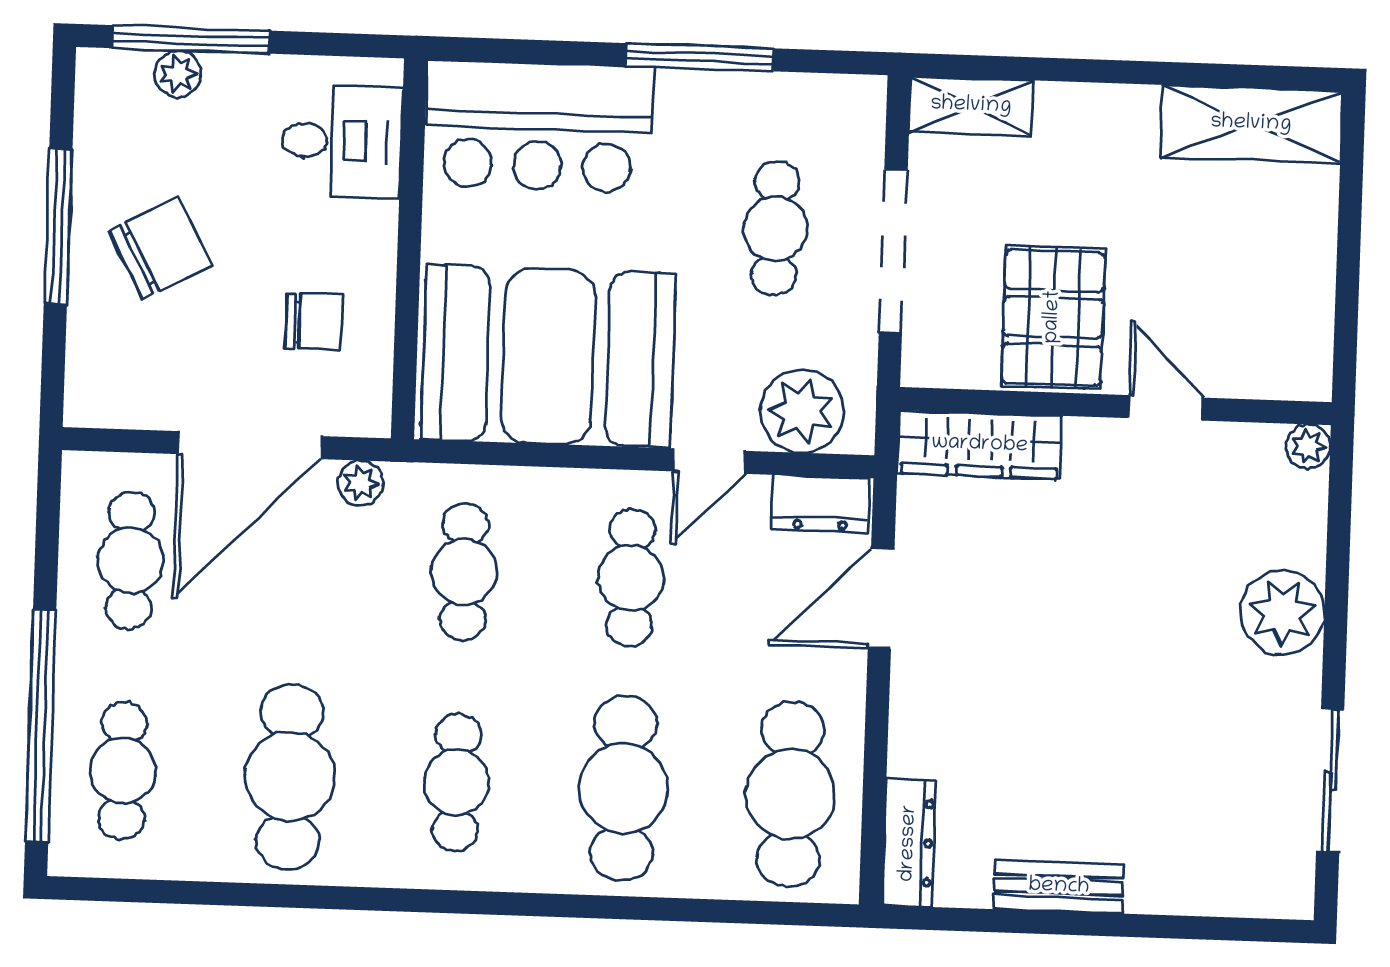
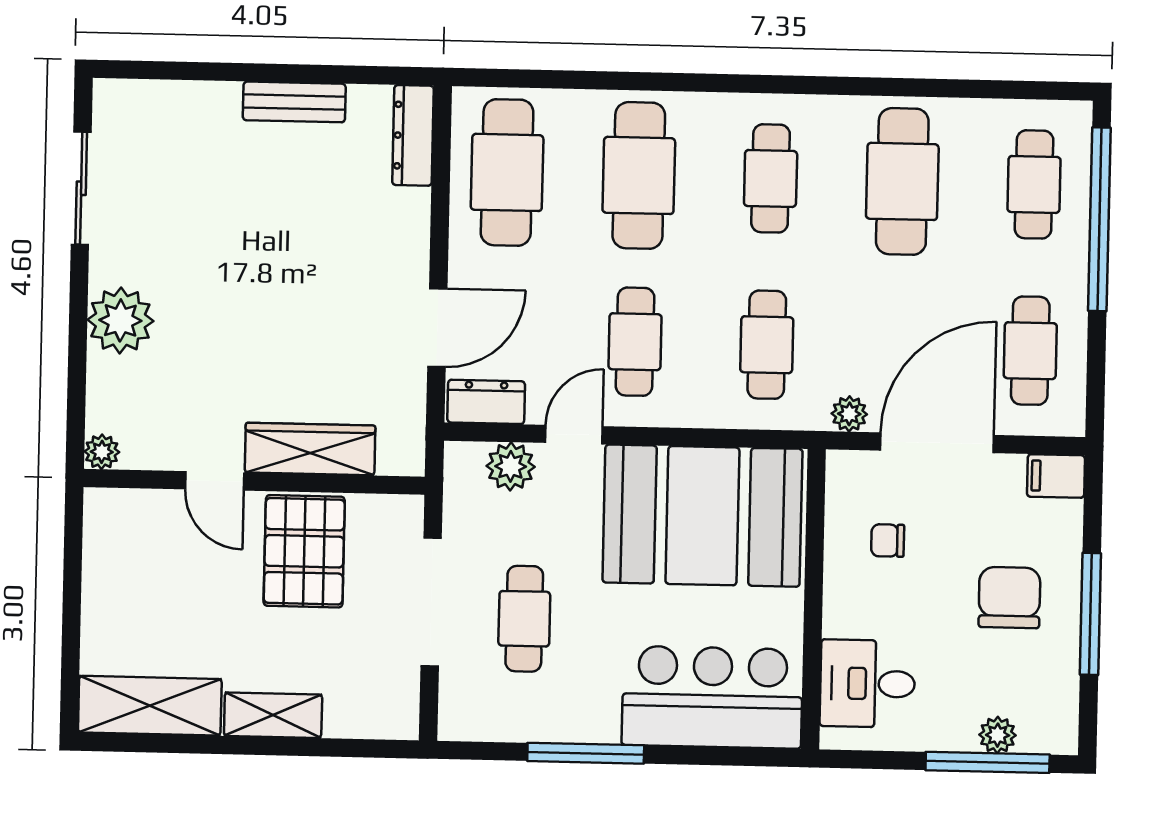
shelving: (971, 106) -> (273, 715), moved
chair: (160, 248) -> (1009, 598), turned 118
chair: (314, 322) -> (888, 541), width x0.73, depth x0.73
filing cabinet: (100, 401) -> (1056, 476), added
plant: (802, 411) -> (511, 466), width x0.73, depth x0.73
wardrobe: (980, 445) -> (310, 449), moved

